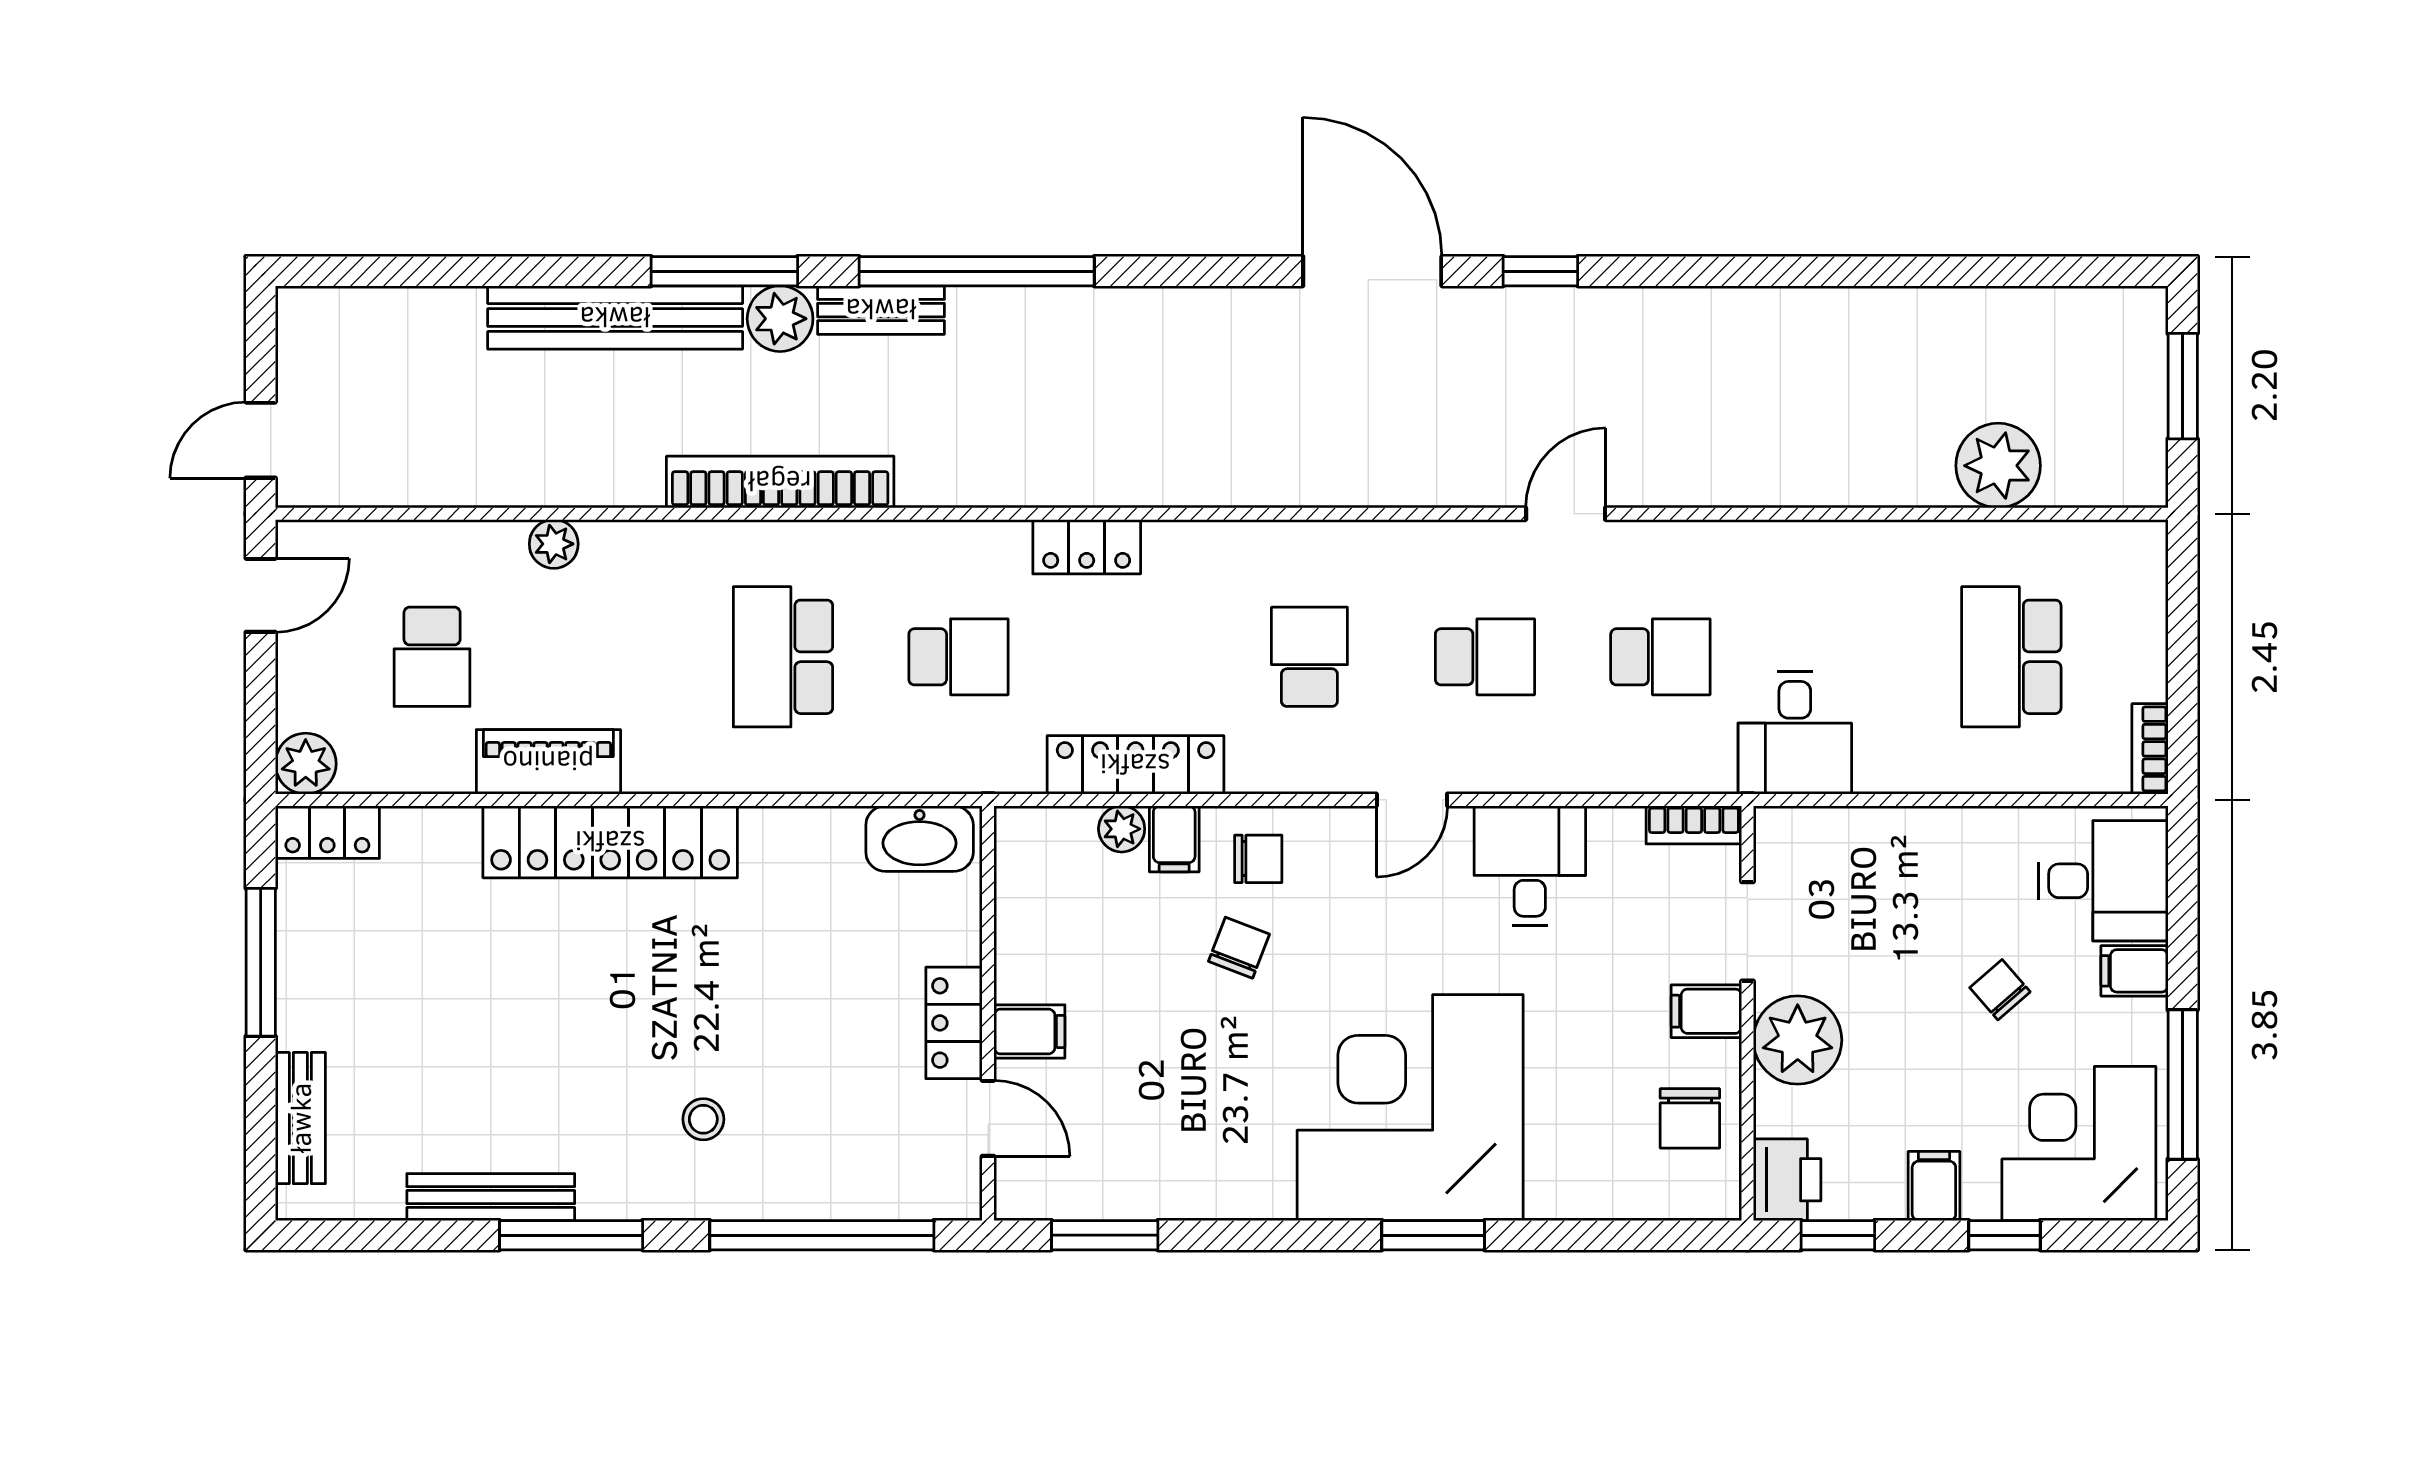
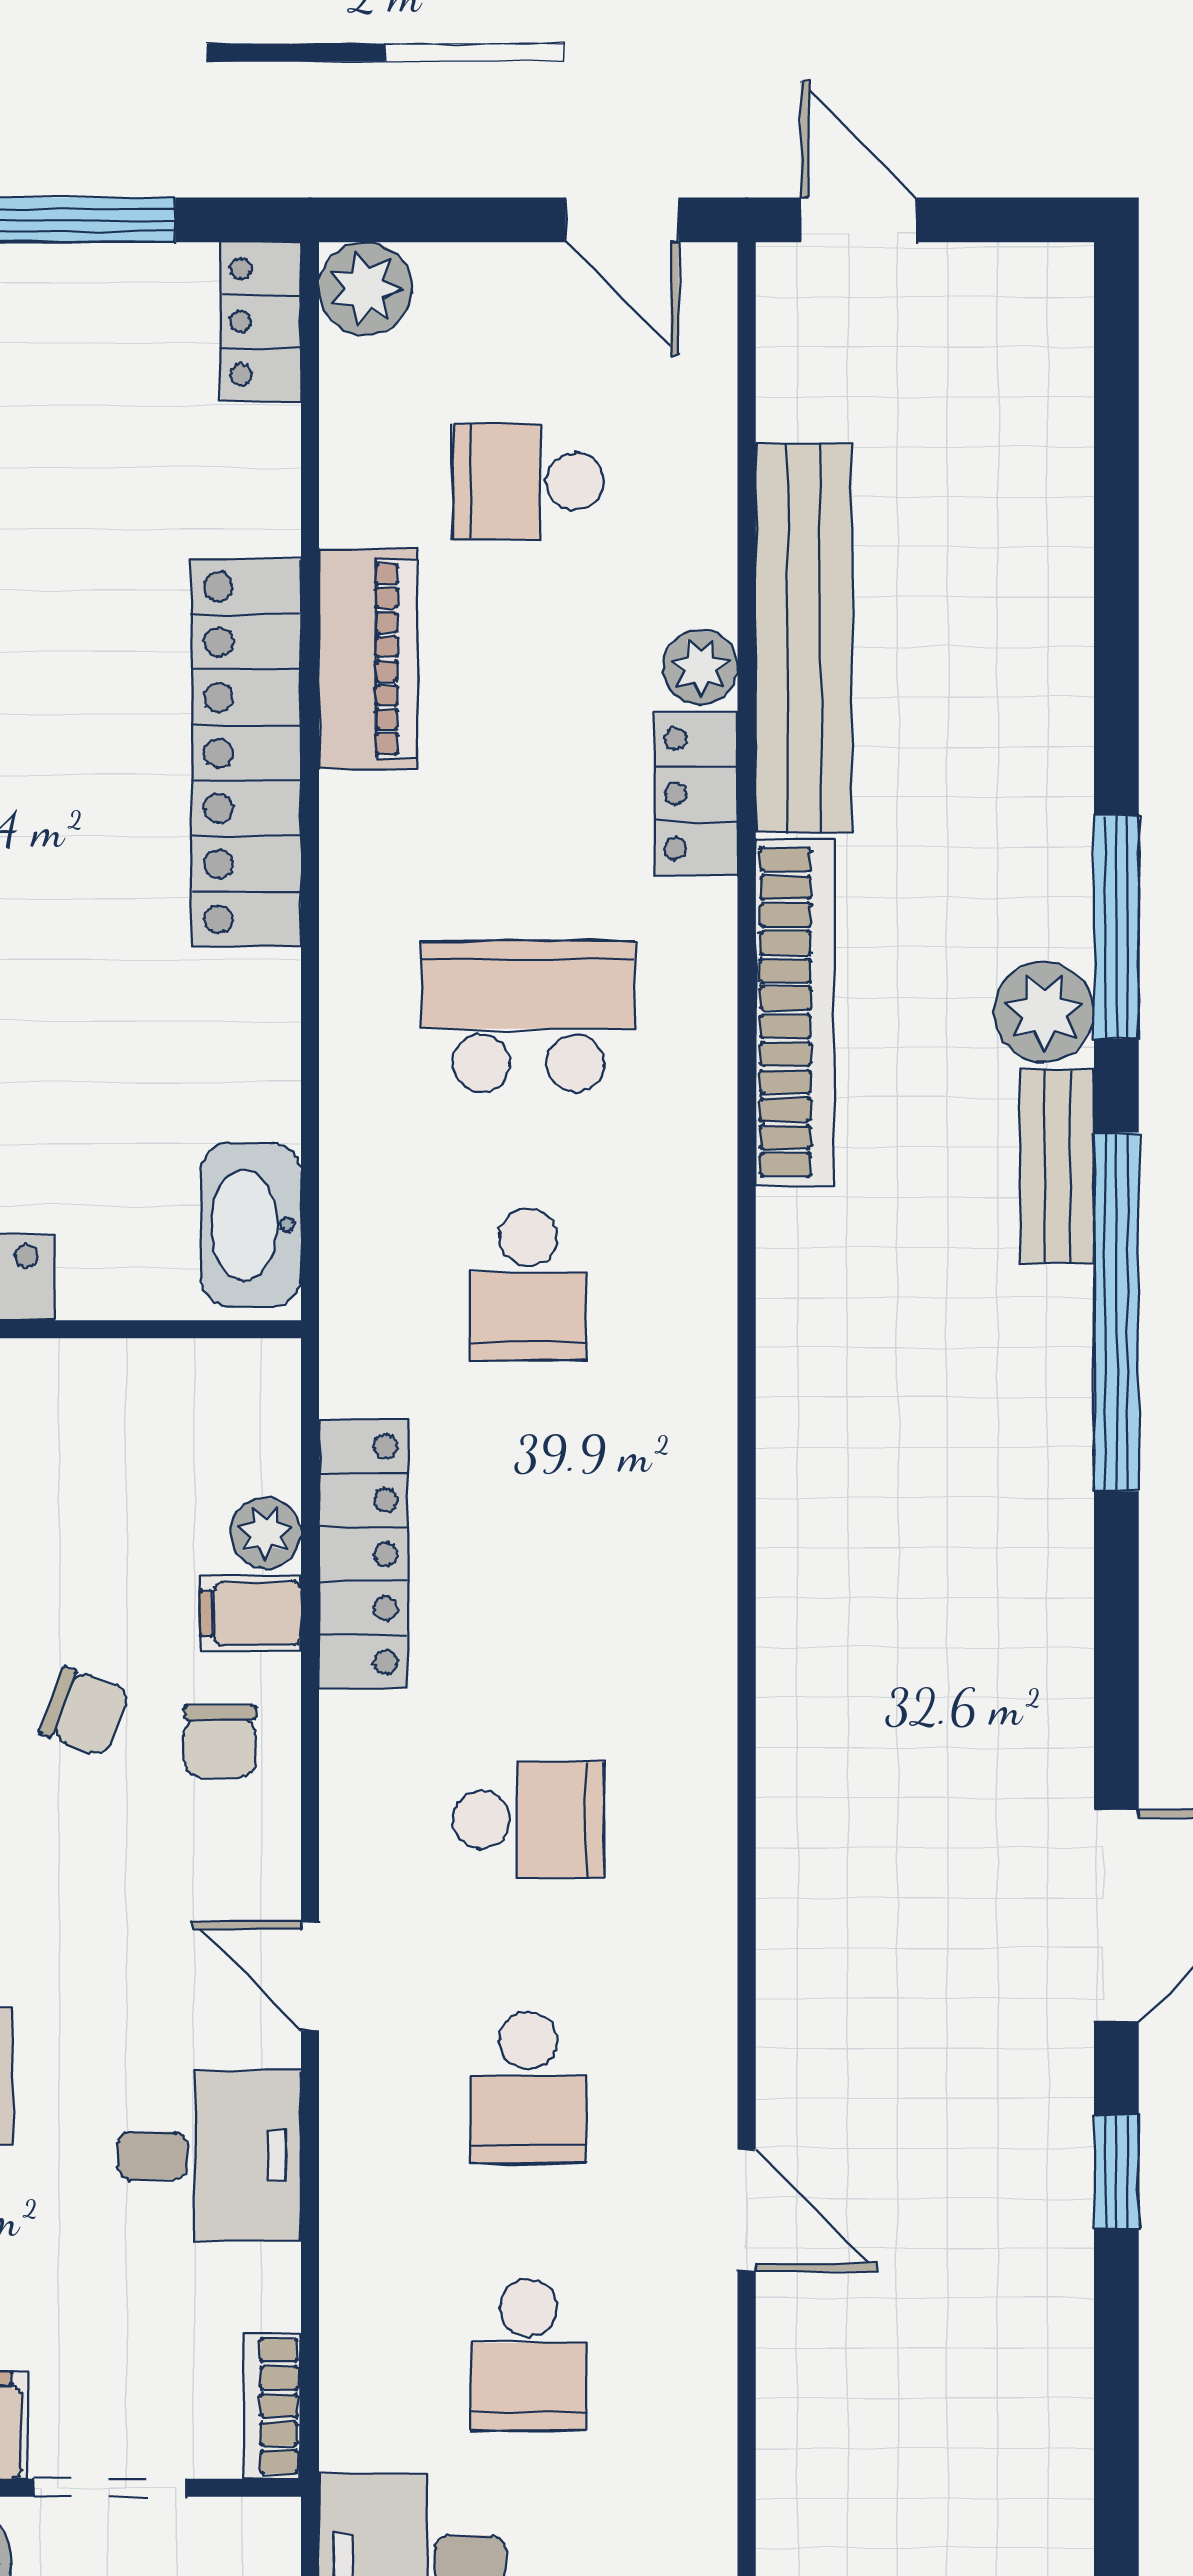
bench: (615, 318) -> (804, 637), moved
locker: (1087, 547) -> (696, 794), moved

